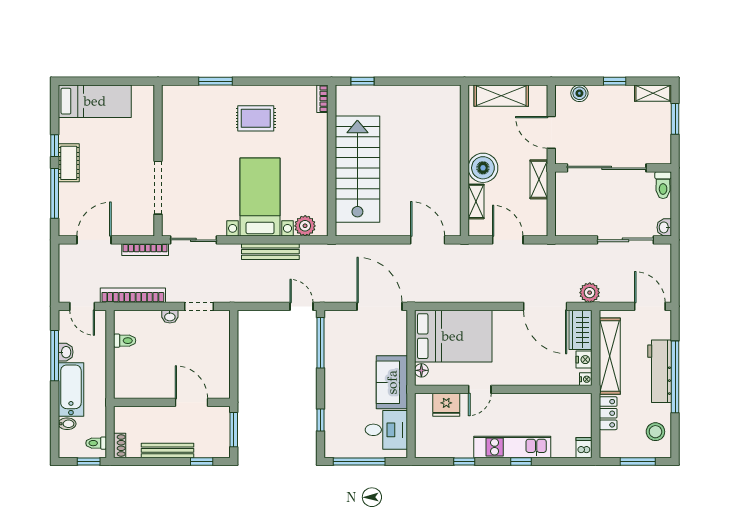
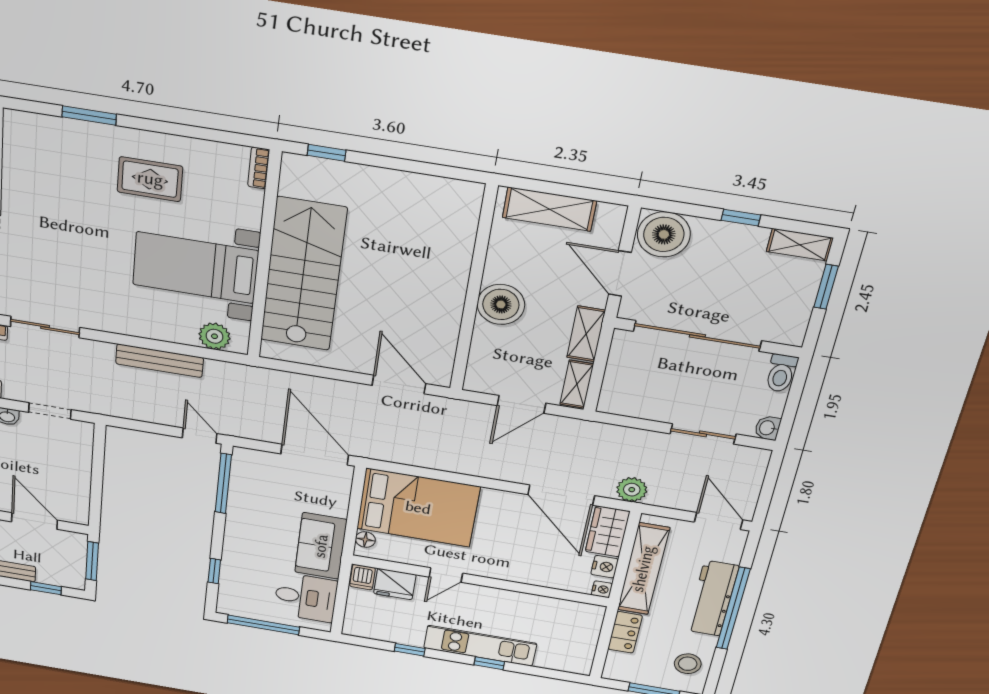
boiler: (579, 93) -> (664, 234), width x1.86, depth x1.86
bed with nightstands: (260, 197) -> (195, 268), moved, turned -90
shelving: (476, 201) -> (577, 384), moved
door: (508, 240) -> (521, 404), swing flipped
sliding door: (625, 240) -> (703, 434), width x0.73
dishwasher: (584, 448) -> (362, 577), moved, turned 180

